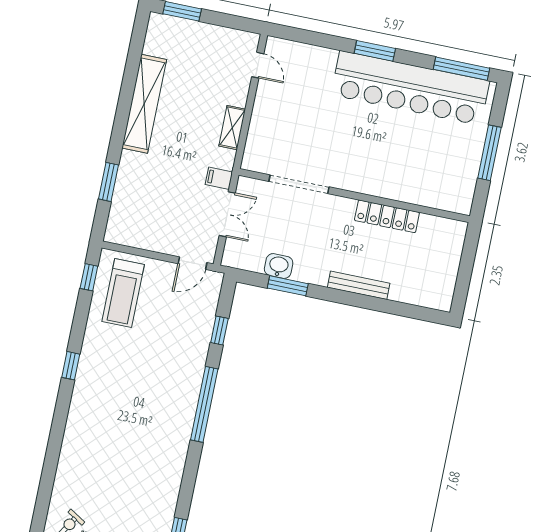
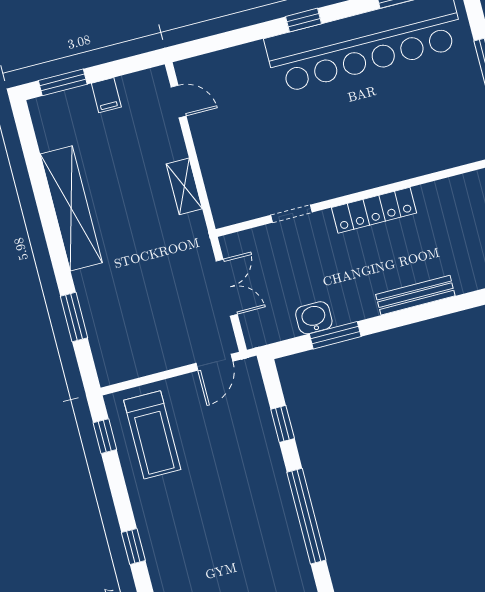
window: (375, 51) -> (303, 20), width x0.67
filing cabinet: (219, 178) -> (106, 95), moved, turned -90
doorway: (299, 184) -> (291, 214), width x0.53
locker: (387, 216) -> (374, 210), moved

